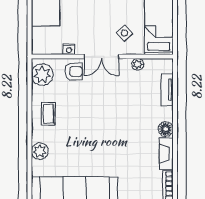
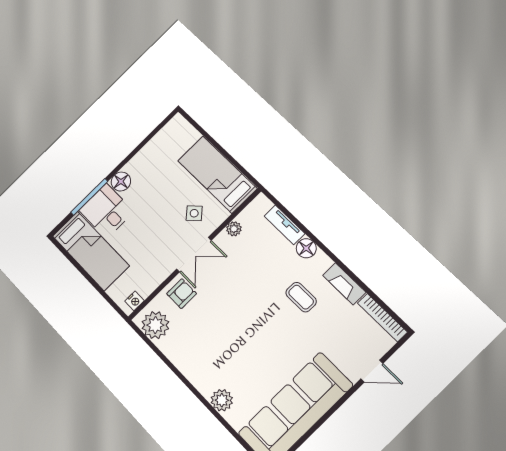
nightstand: (69, 49) -> (134, 301), moved
coffee table: (48, 114) -> (301, 297), moved
floor lamp: (166, 129) -> (306, 248), moved

